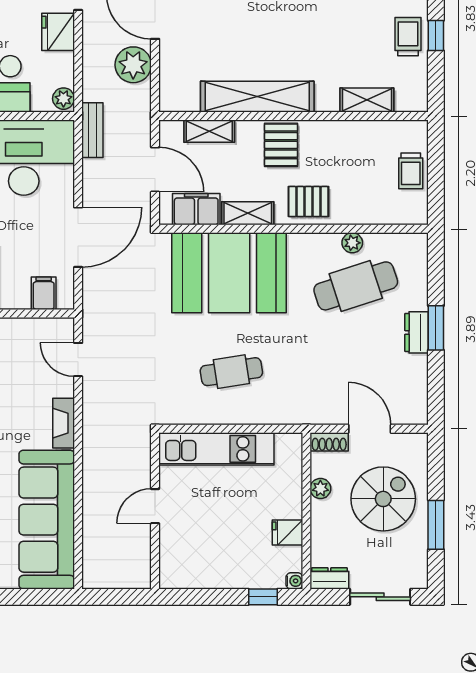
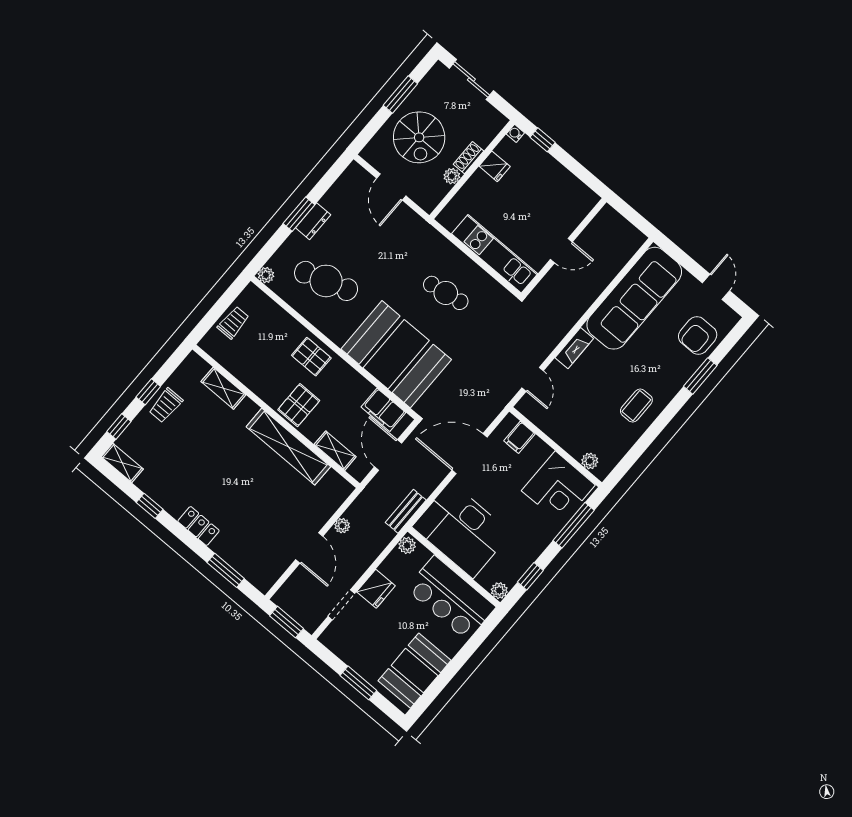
plant: (133, 65) -> (342, 526), width x0.53, depth x0.53
shelving: (248, 213) -> (354, 381), removed
plant: (352, 243) -> (266, 275), moved
shoe rack: (329, 442) -> (469, 158), moved, turned -90
spiral stairs: (383, 499) -> (419, 137), turned -90
dresser: (329, 578) -> (493, 117), removed

